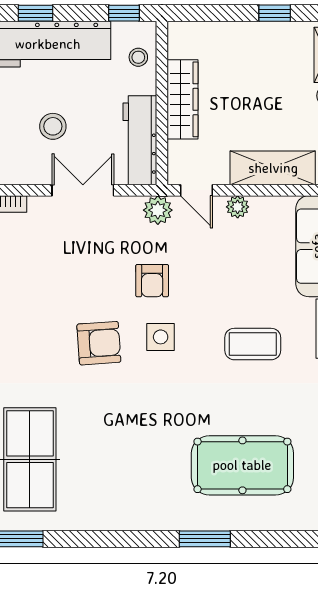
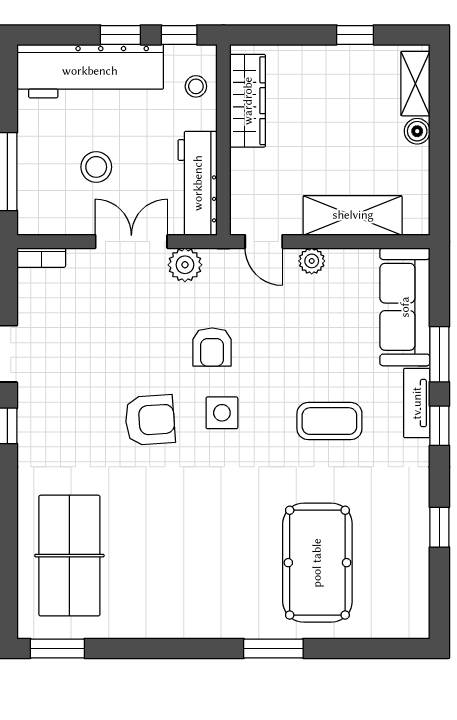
window: (36, 13) -> (120, 35), moved
wardrobe: (183, 99) -> (248, 101), moved
plant: (158, 210) -> (185, 265), moved
pool table: (242, 465) -> (317, 563), turned 90

